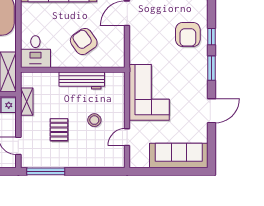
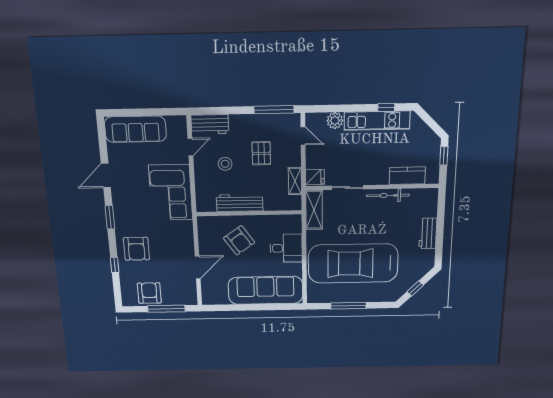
armchair: (188, 35) -> (136, 249), turned 180
window: (212, 37) -> (115, 265), moved
desk: (35, 52) -> (286, 248), moved, turned 90
workbench: (107, 159) -> (210, 124), added

